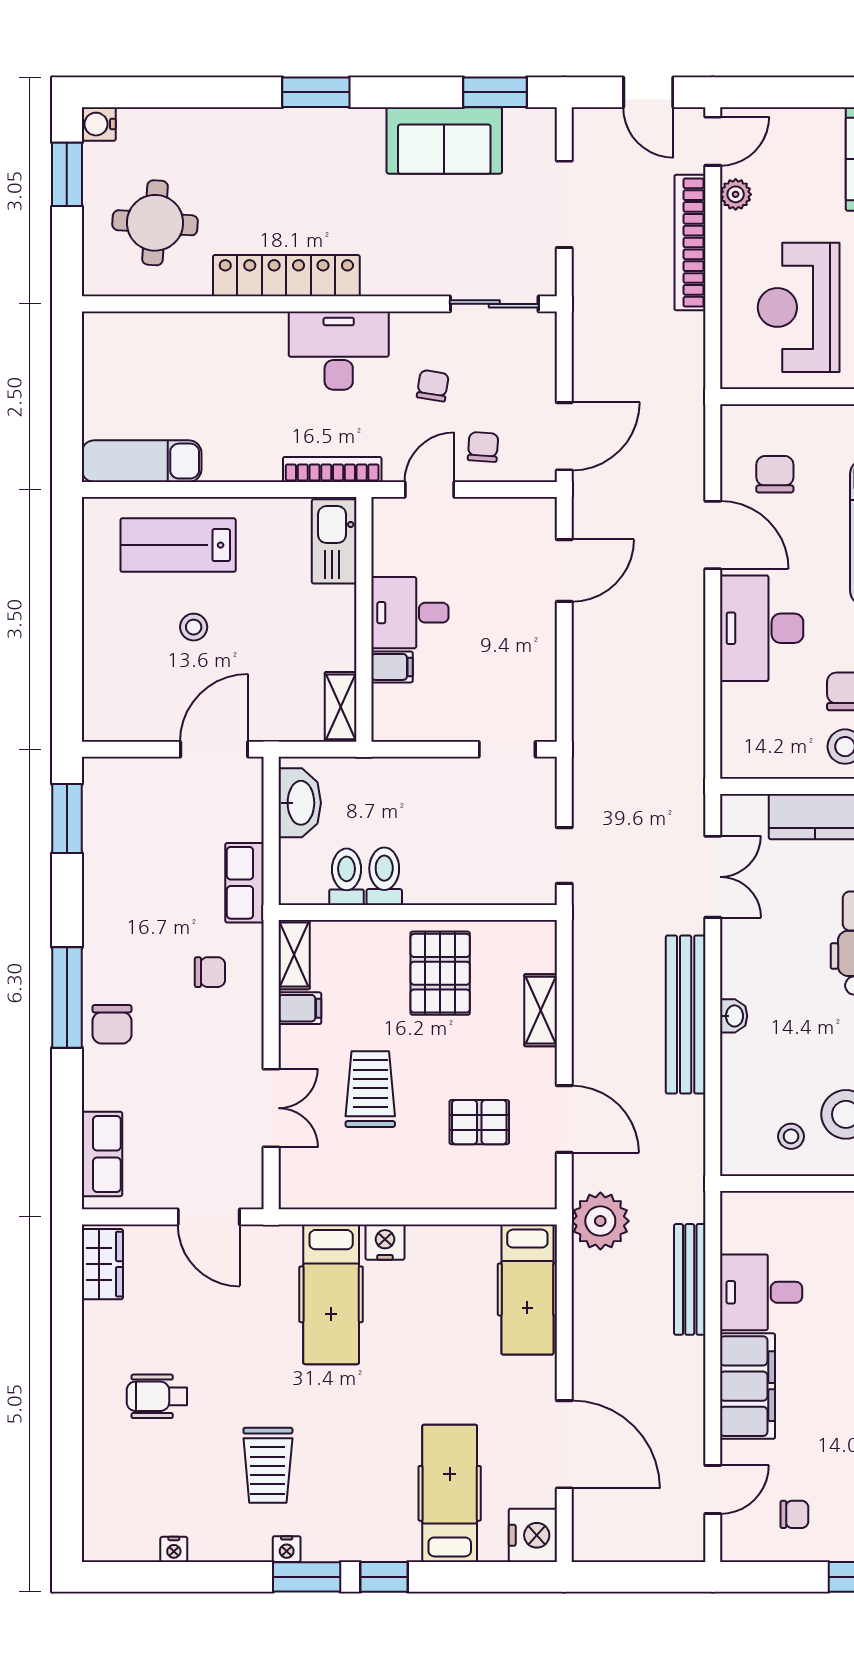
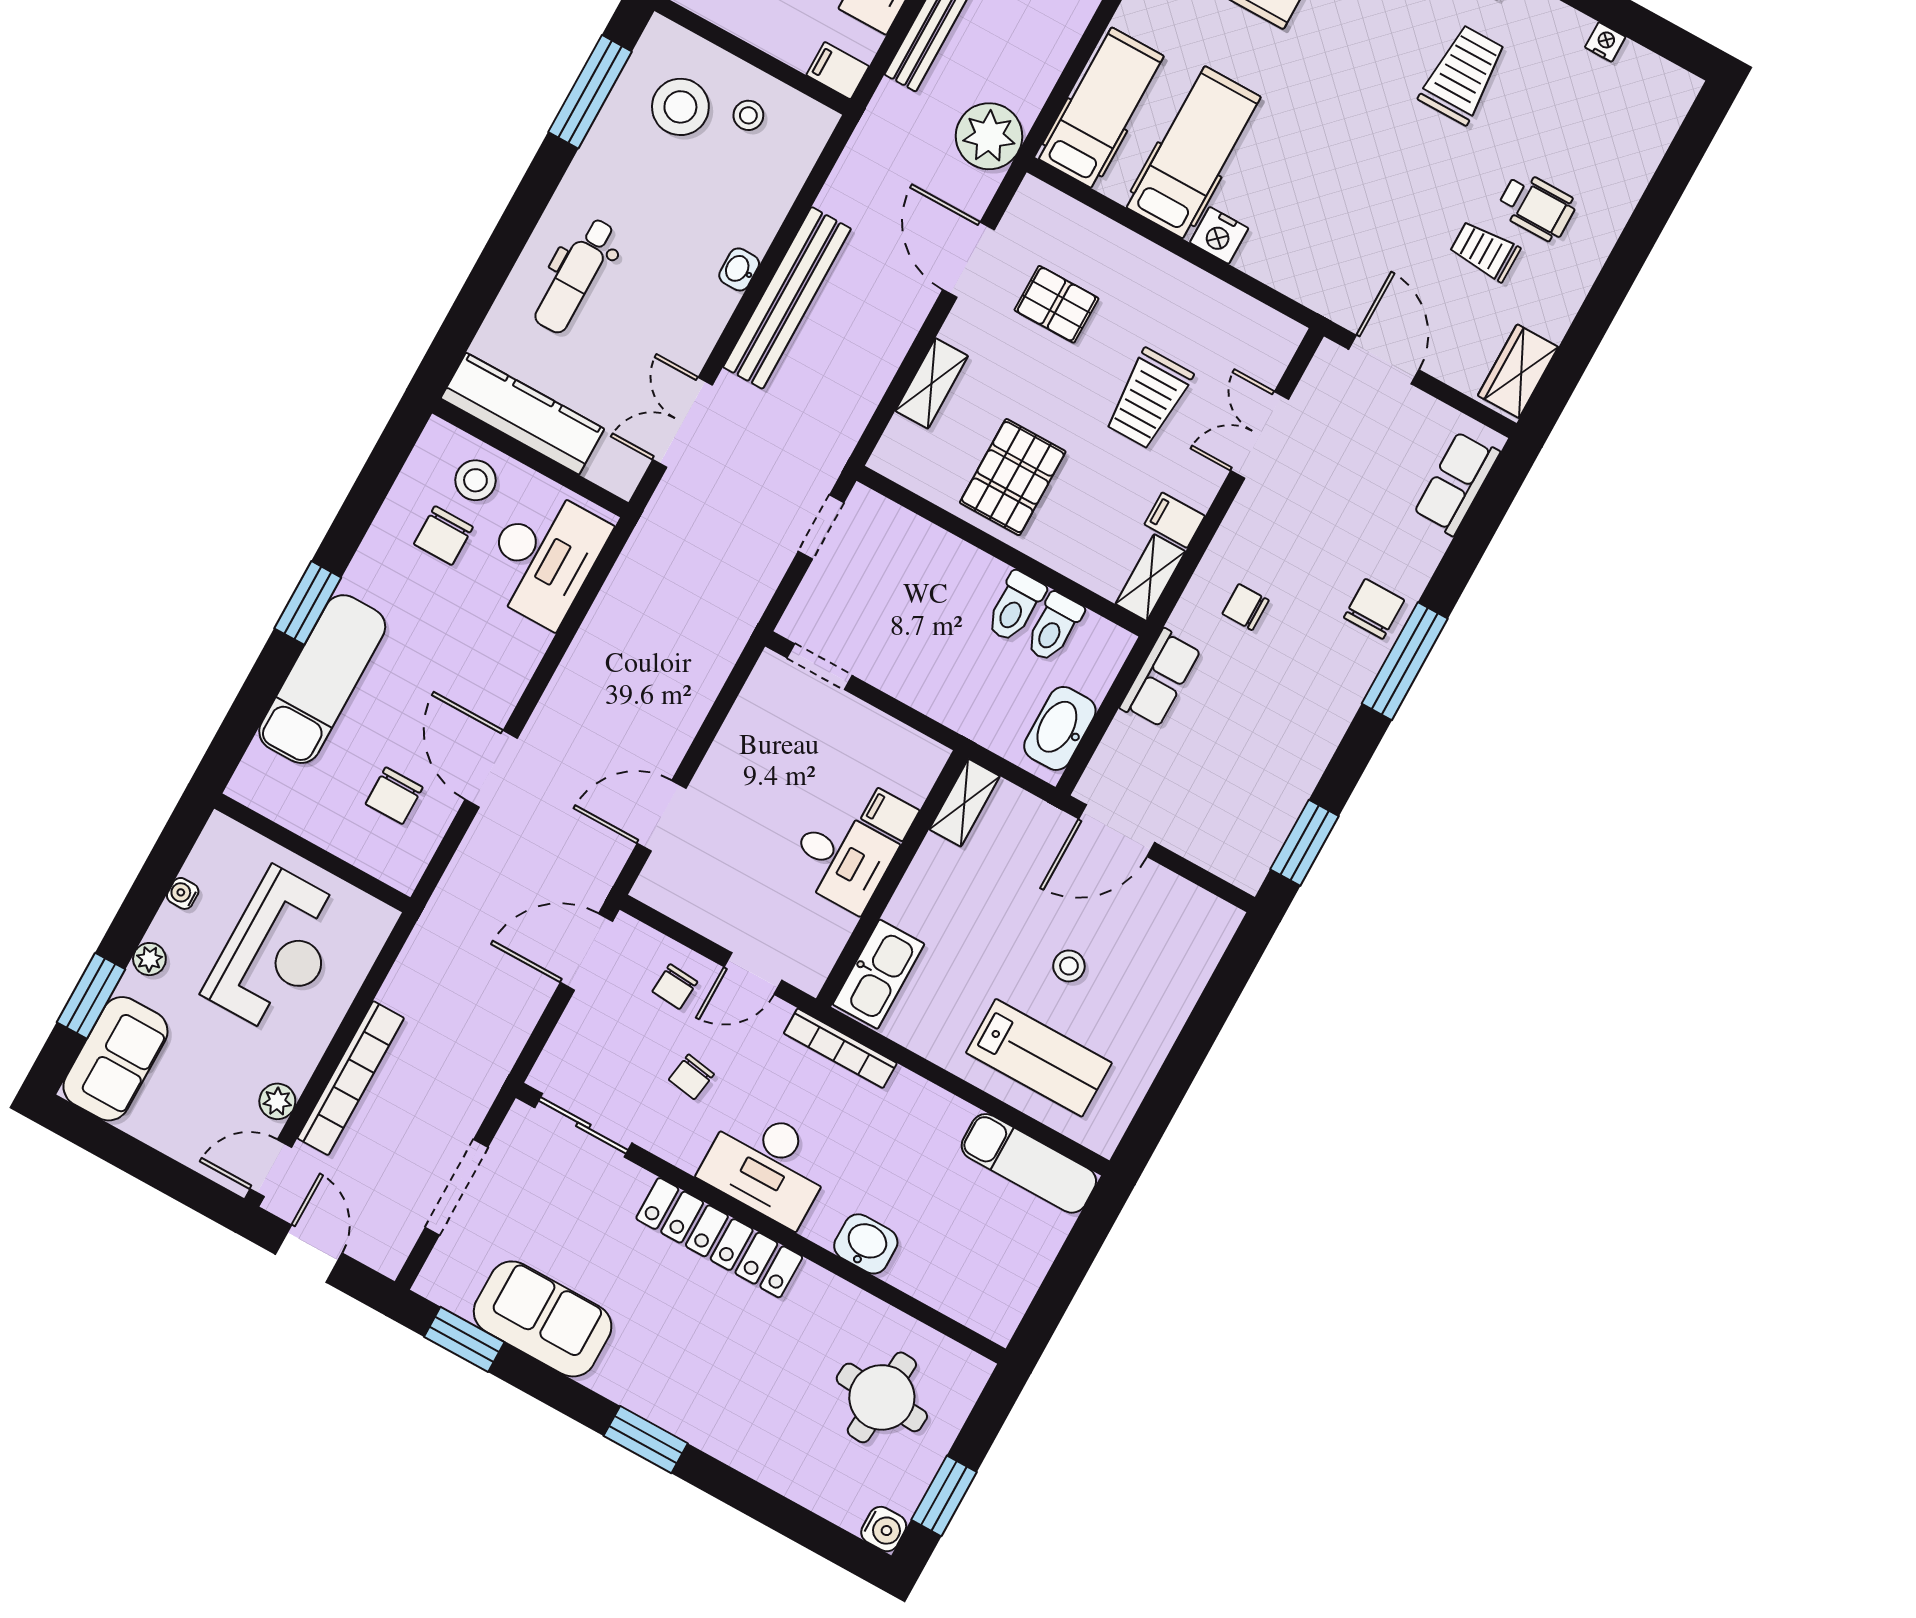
locker: (286, 276) -> (719, 1238), moved
washbasin: (231, 332) -> (866, 1244), added
desk: (762, 628) -> (544, 557), moved
filing cabinet: (742, 1207) -> (838, 71), added
hospital bed: (331, 1294) -> (1194, 152), moved
trolley: (178, 1341) -> (1485, 251), added

